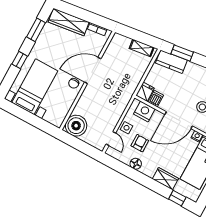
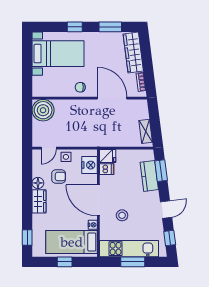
kitchen counter: (171, 62) -> (149, 176), moved
door: (93, 70) -> (112, 98), moved
wardrobe: (165, 179) -> (39, 201), moved

